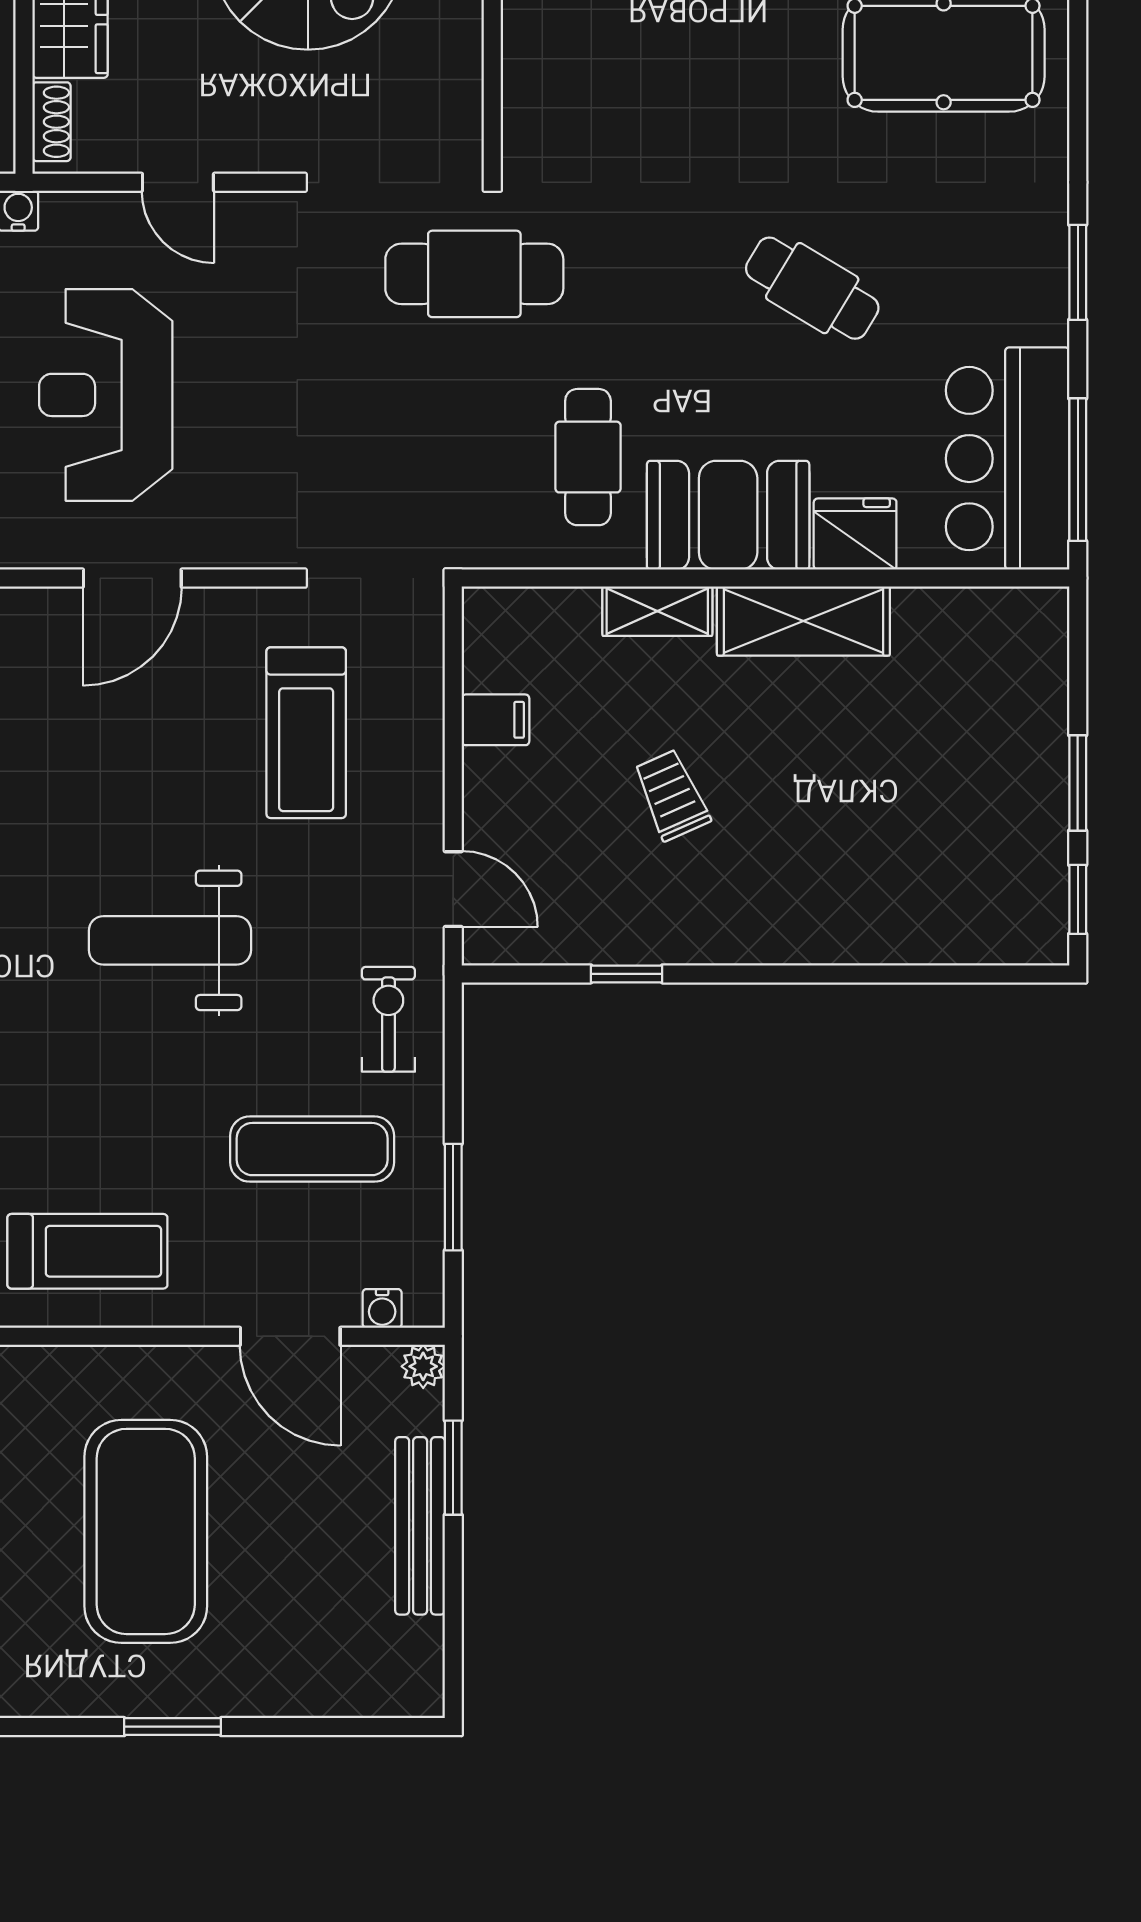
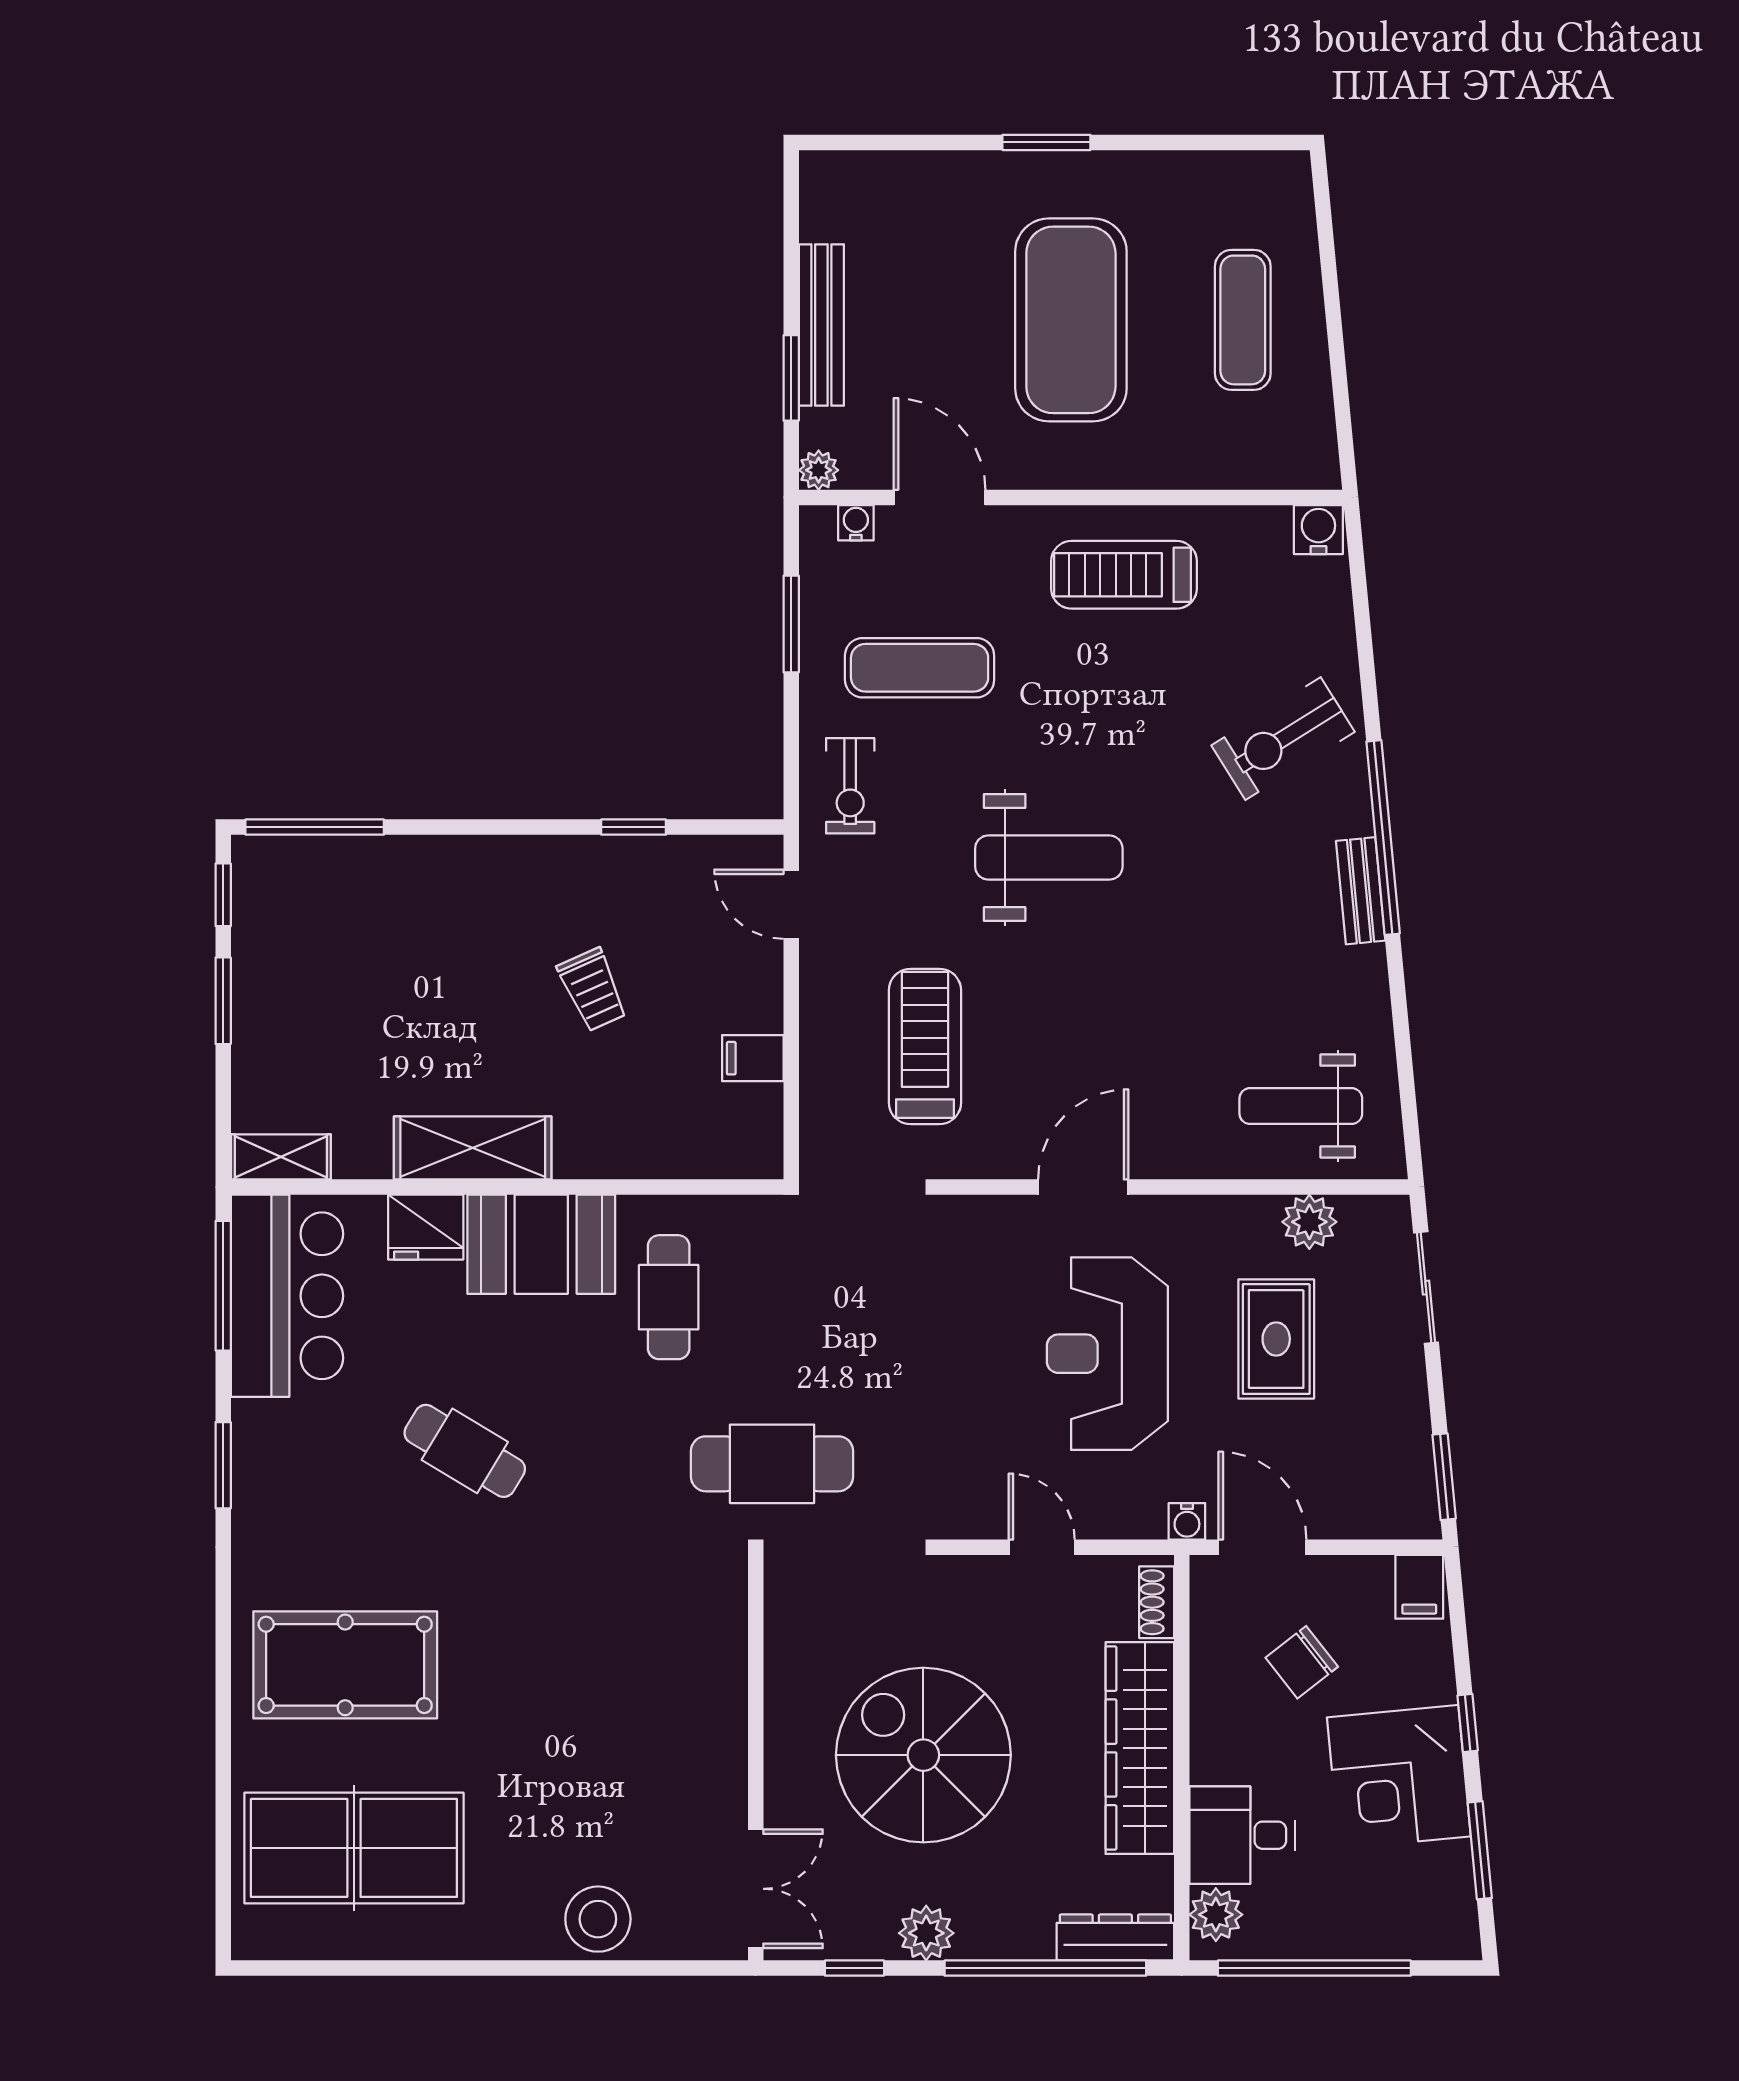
reception desk: (106, 395) -> (1107, 1354), turned 180
shelving: (657, 611) -> (281, 1157), moved
window: (977, 974) -> (315, 827), added

